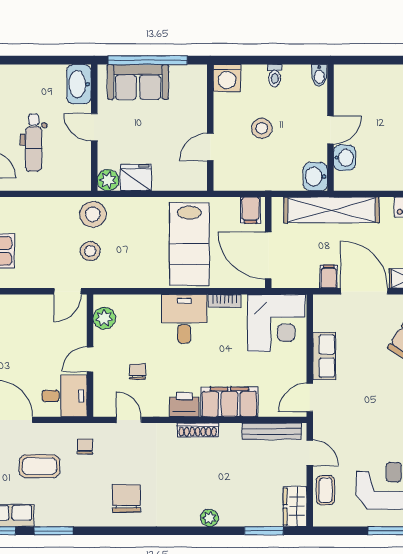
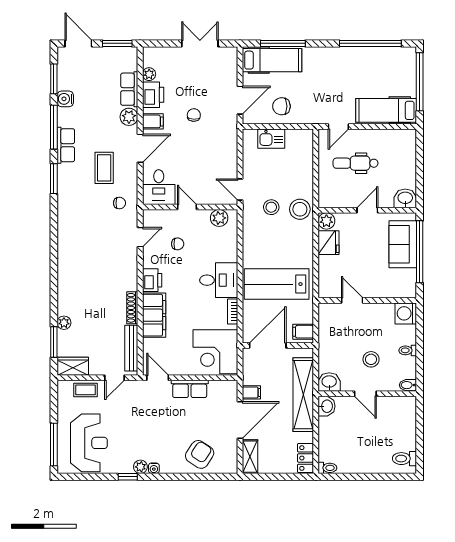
washbasin: (79, 84) -> (405, 198), width x0.72
stool: (262, 128) -> (371, 359), moved
washbasin: (344, 158) -> (327, 406), moved, turned -90
shoe rack: (198, 430) -> (132, 308), moved
chair: (126, 498) -> (79, 235), removed
plant: (209, 518) -> (64, 323), moved

